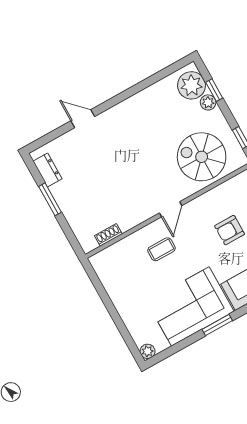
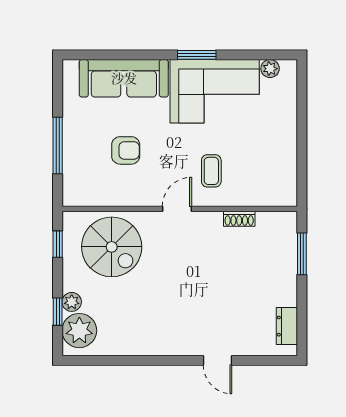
window: (50, 199) -> (302, 254), moved
shoe rack: (108, 235) -> (239, 219), moved
coffee table: (161, 249) -> (211, 171), turned 90
plant: (148, 351) -> (270, 69), moved

